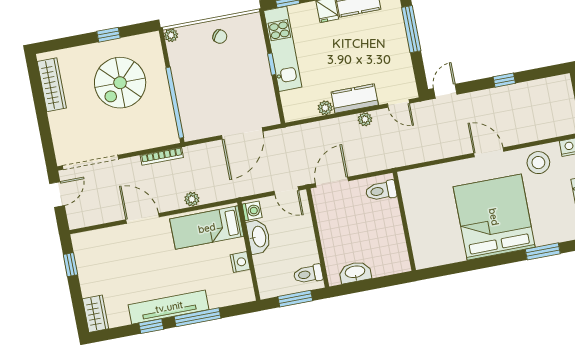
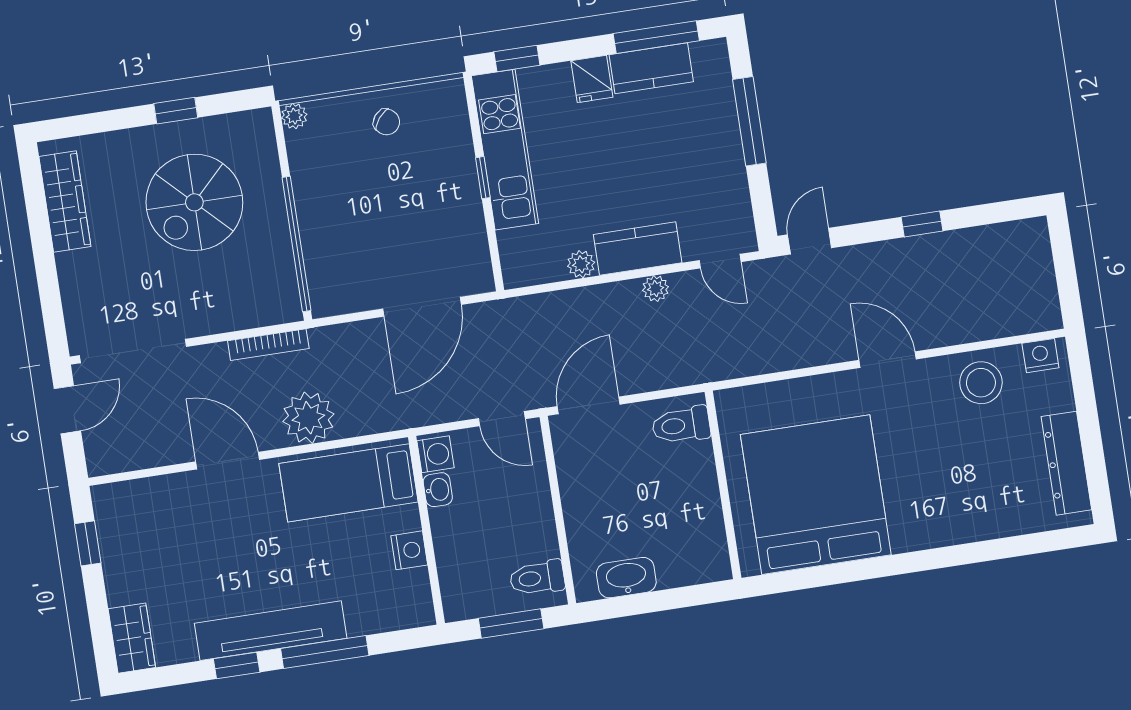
plant: (192, 199) -> (308, 418), width x1.88, depth x1.88
bed: (494, 217) -> (816, 495), moved
washbasin: (259, 237) -> (438, 490), width x0.52, depth x0.69
window: (543, 251) -> (983, 551), removed

